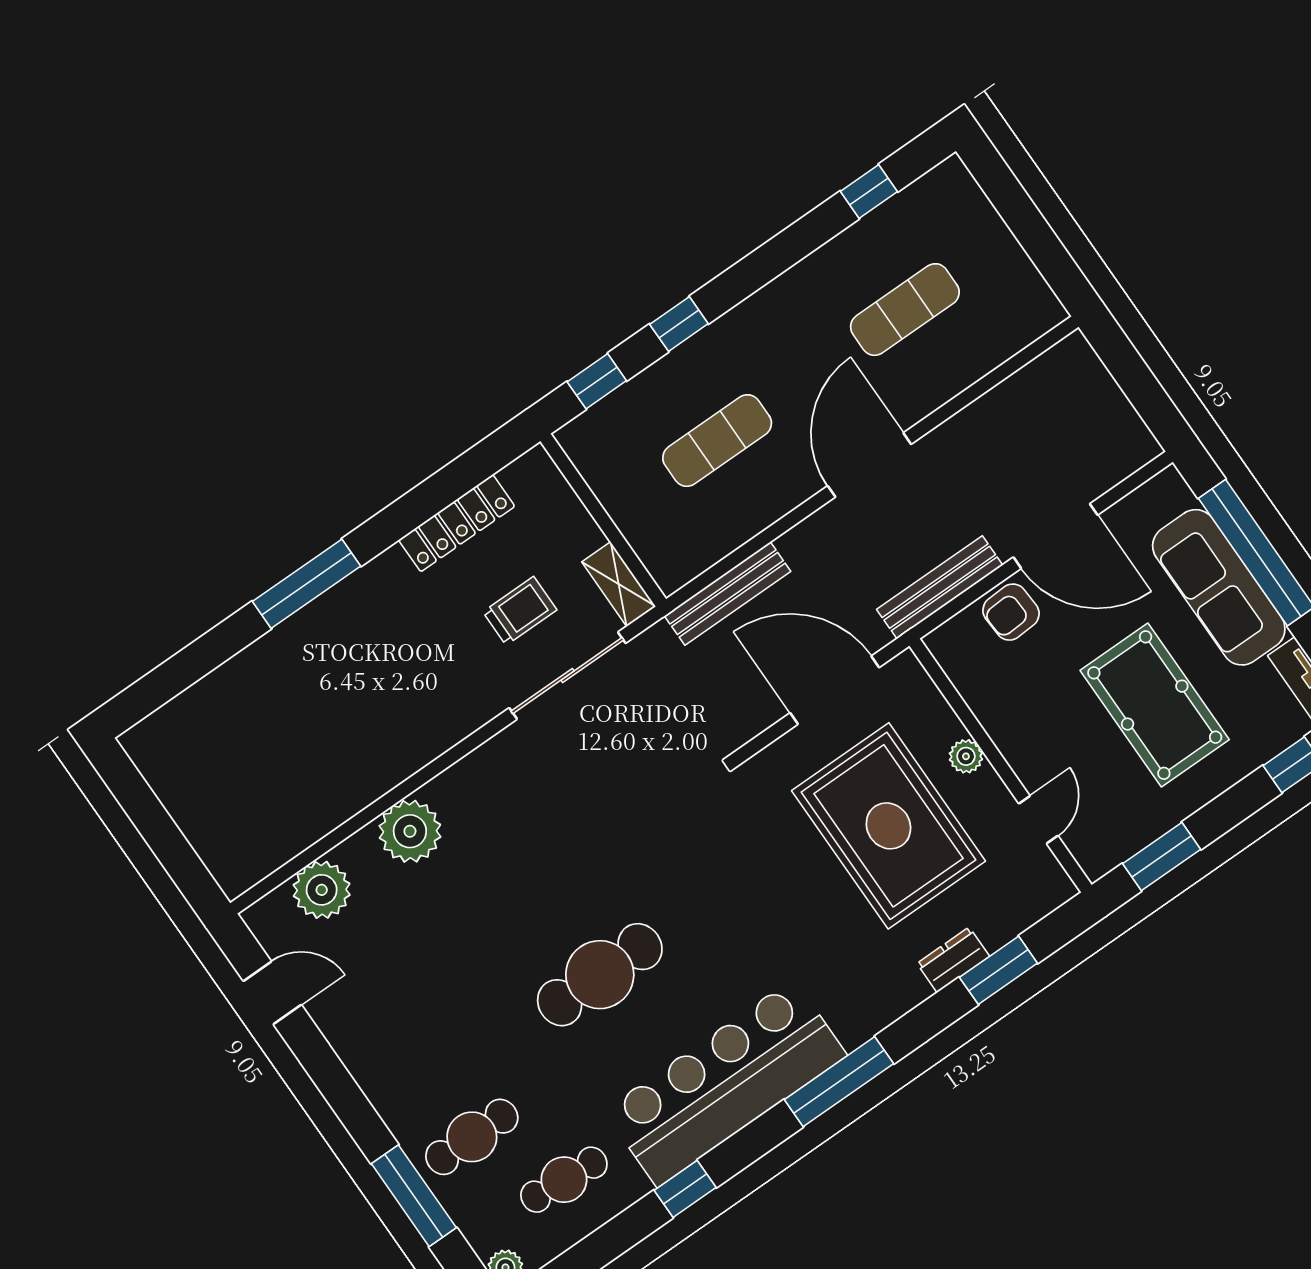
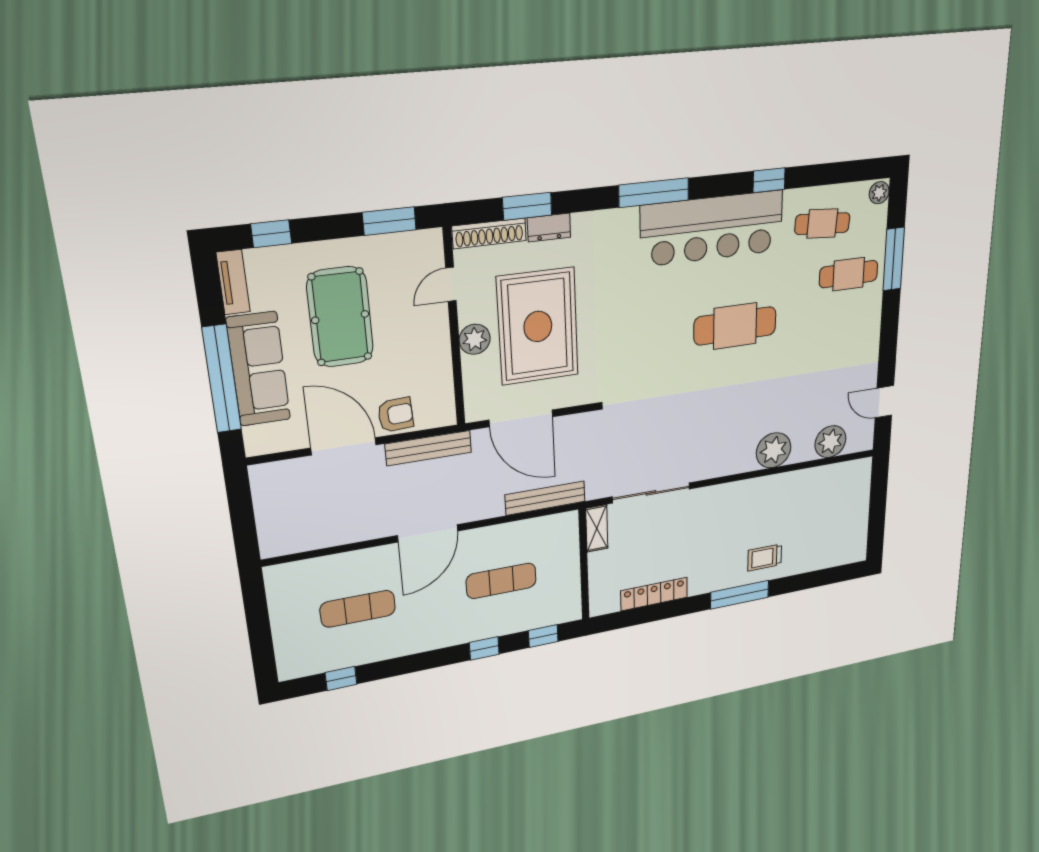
trolley: (520, 611) -> (765, 558), moved
plant: (966, 756) -> (475, 339), width x1.38, depth x1.38
shoe rack: (1027, 910) -> (489, 233), added

